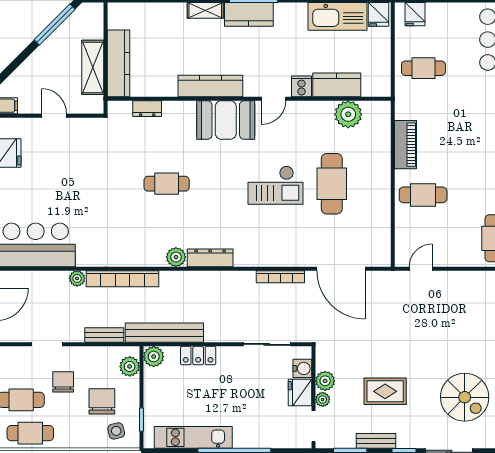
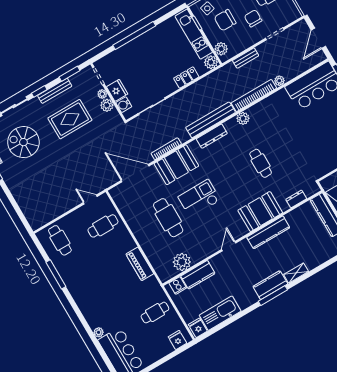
cooker: (302, 86) -> (178, 286), moved
booth: (226, 120) -> (260, 212), moved
cafe table: (167, 184) -> (261, 163), turned 90
cafe table: (423, 195) -> (103, 226), moved
booth: (279, 248) -> (176, 165), added
plant: (176, 257) -> (243, 118), moved
door: (421, 269) -> (90, 199), swing flipped
bench: (164, 333) -> (211, 120), moved
chair: (63, 382) -> (253, 18), turned 180
rug: (385, 391) -> (70, 119), width x1.36, depth x1.43
chair: (102, 401) -> (225, 20), turned 90
kitchen unit: (193, 437) -> (194, 34), moved, turned 90
bench: (376, 441) -> (55, 91), width x1.36

